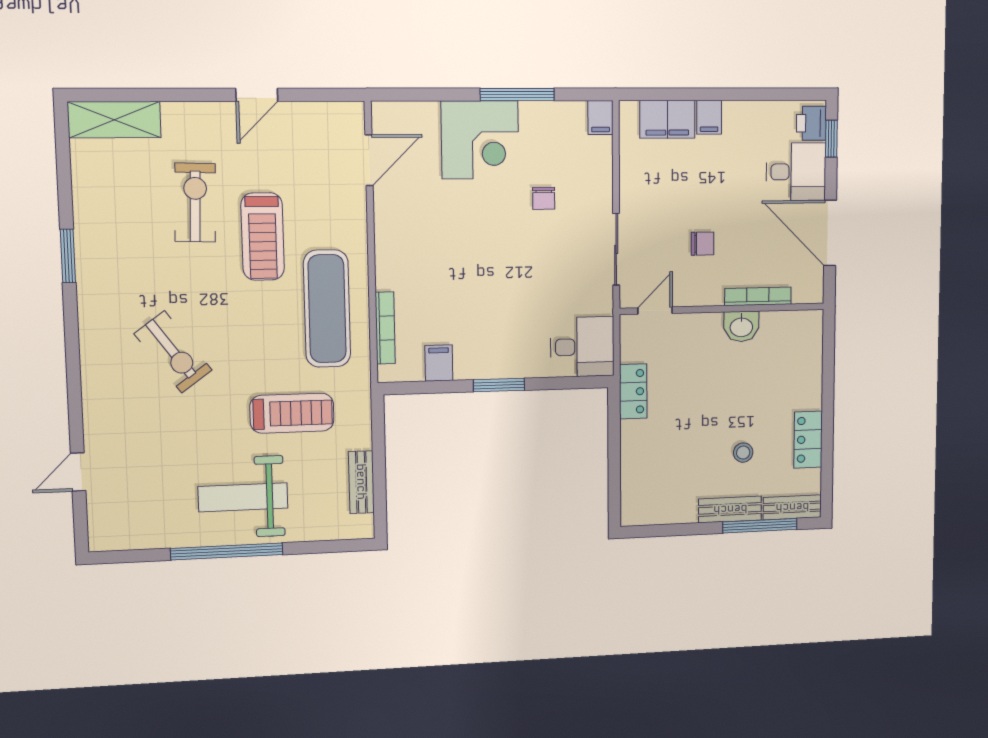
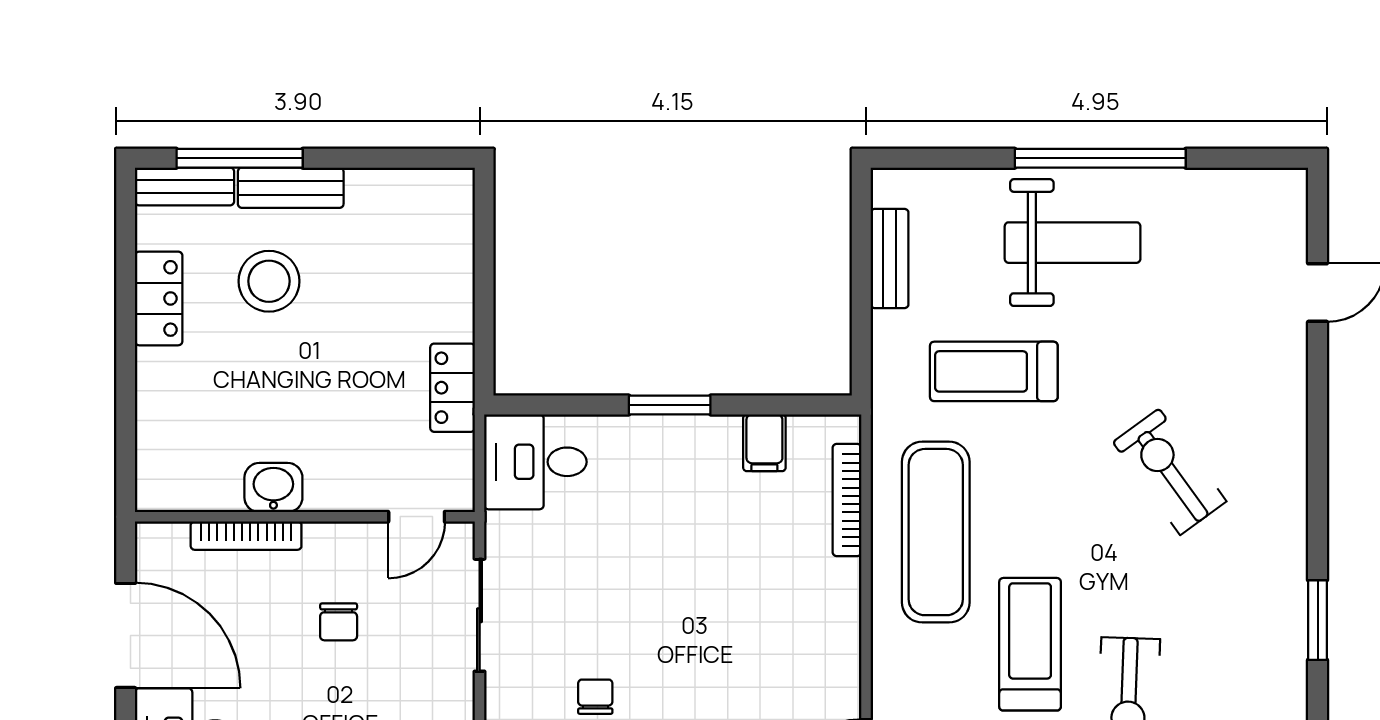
chair: (703, 244) -> (339, 622), turned -90
stool: (743, 453) -> (269, 281), width x1.89, depth x1.89

